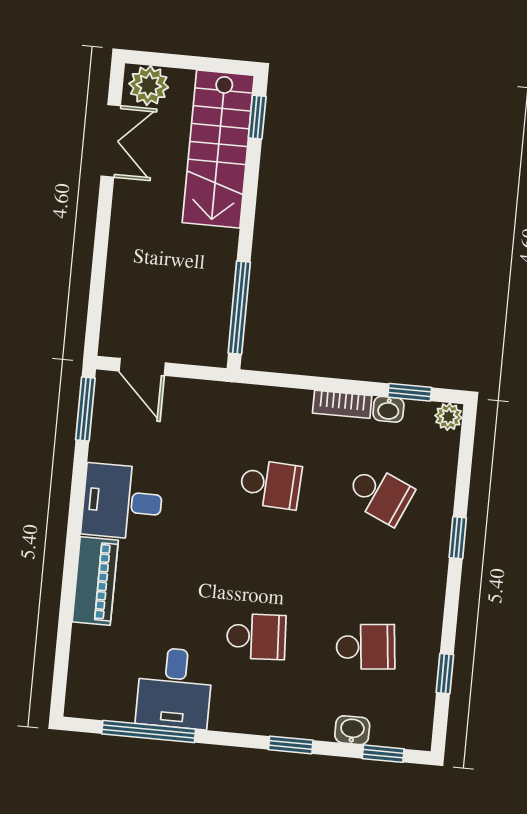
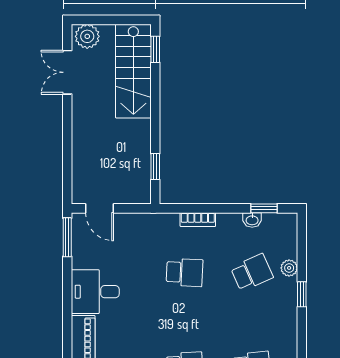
double door: (111, 141) -> (67, 72), swing flipped
window: (239, 308) -> (155, 167), width x0.46
bookcase: (342, 404) -> (198, 220), moved
plant: (448, 417) -> (289, 268), moved
school desk: (380, 495) -> (252, 272), turned -48

